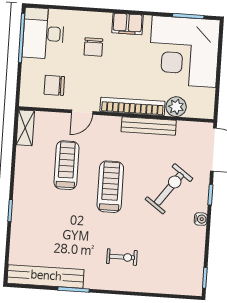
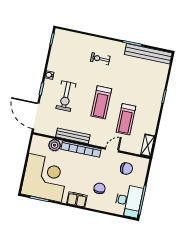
exercise bike: (169, 189) -> (66, 96), turned -36

